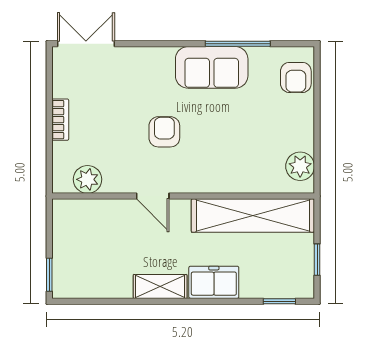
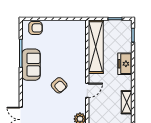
armchair: (164, 132) -> (59, 85), turned -133
plant: (300, 166) -> (74, 26), removed
shelving: (160, 286) -> (127, 102), moved

